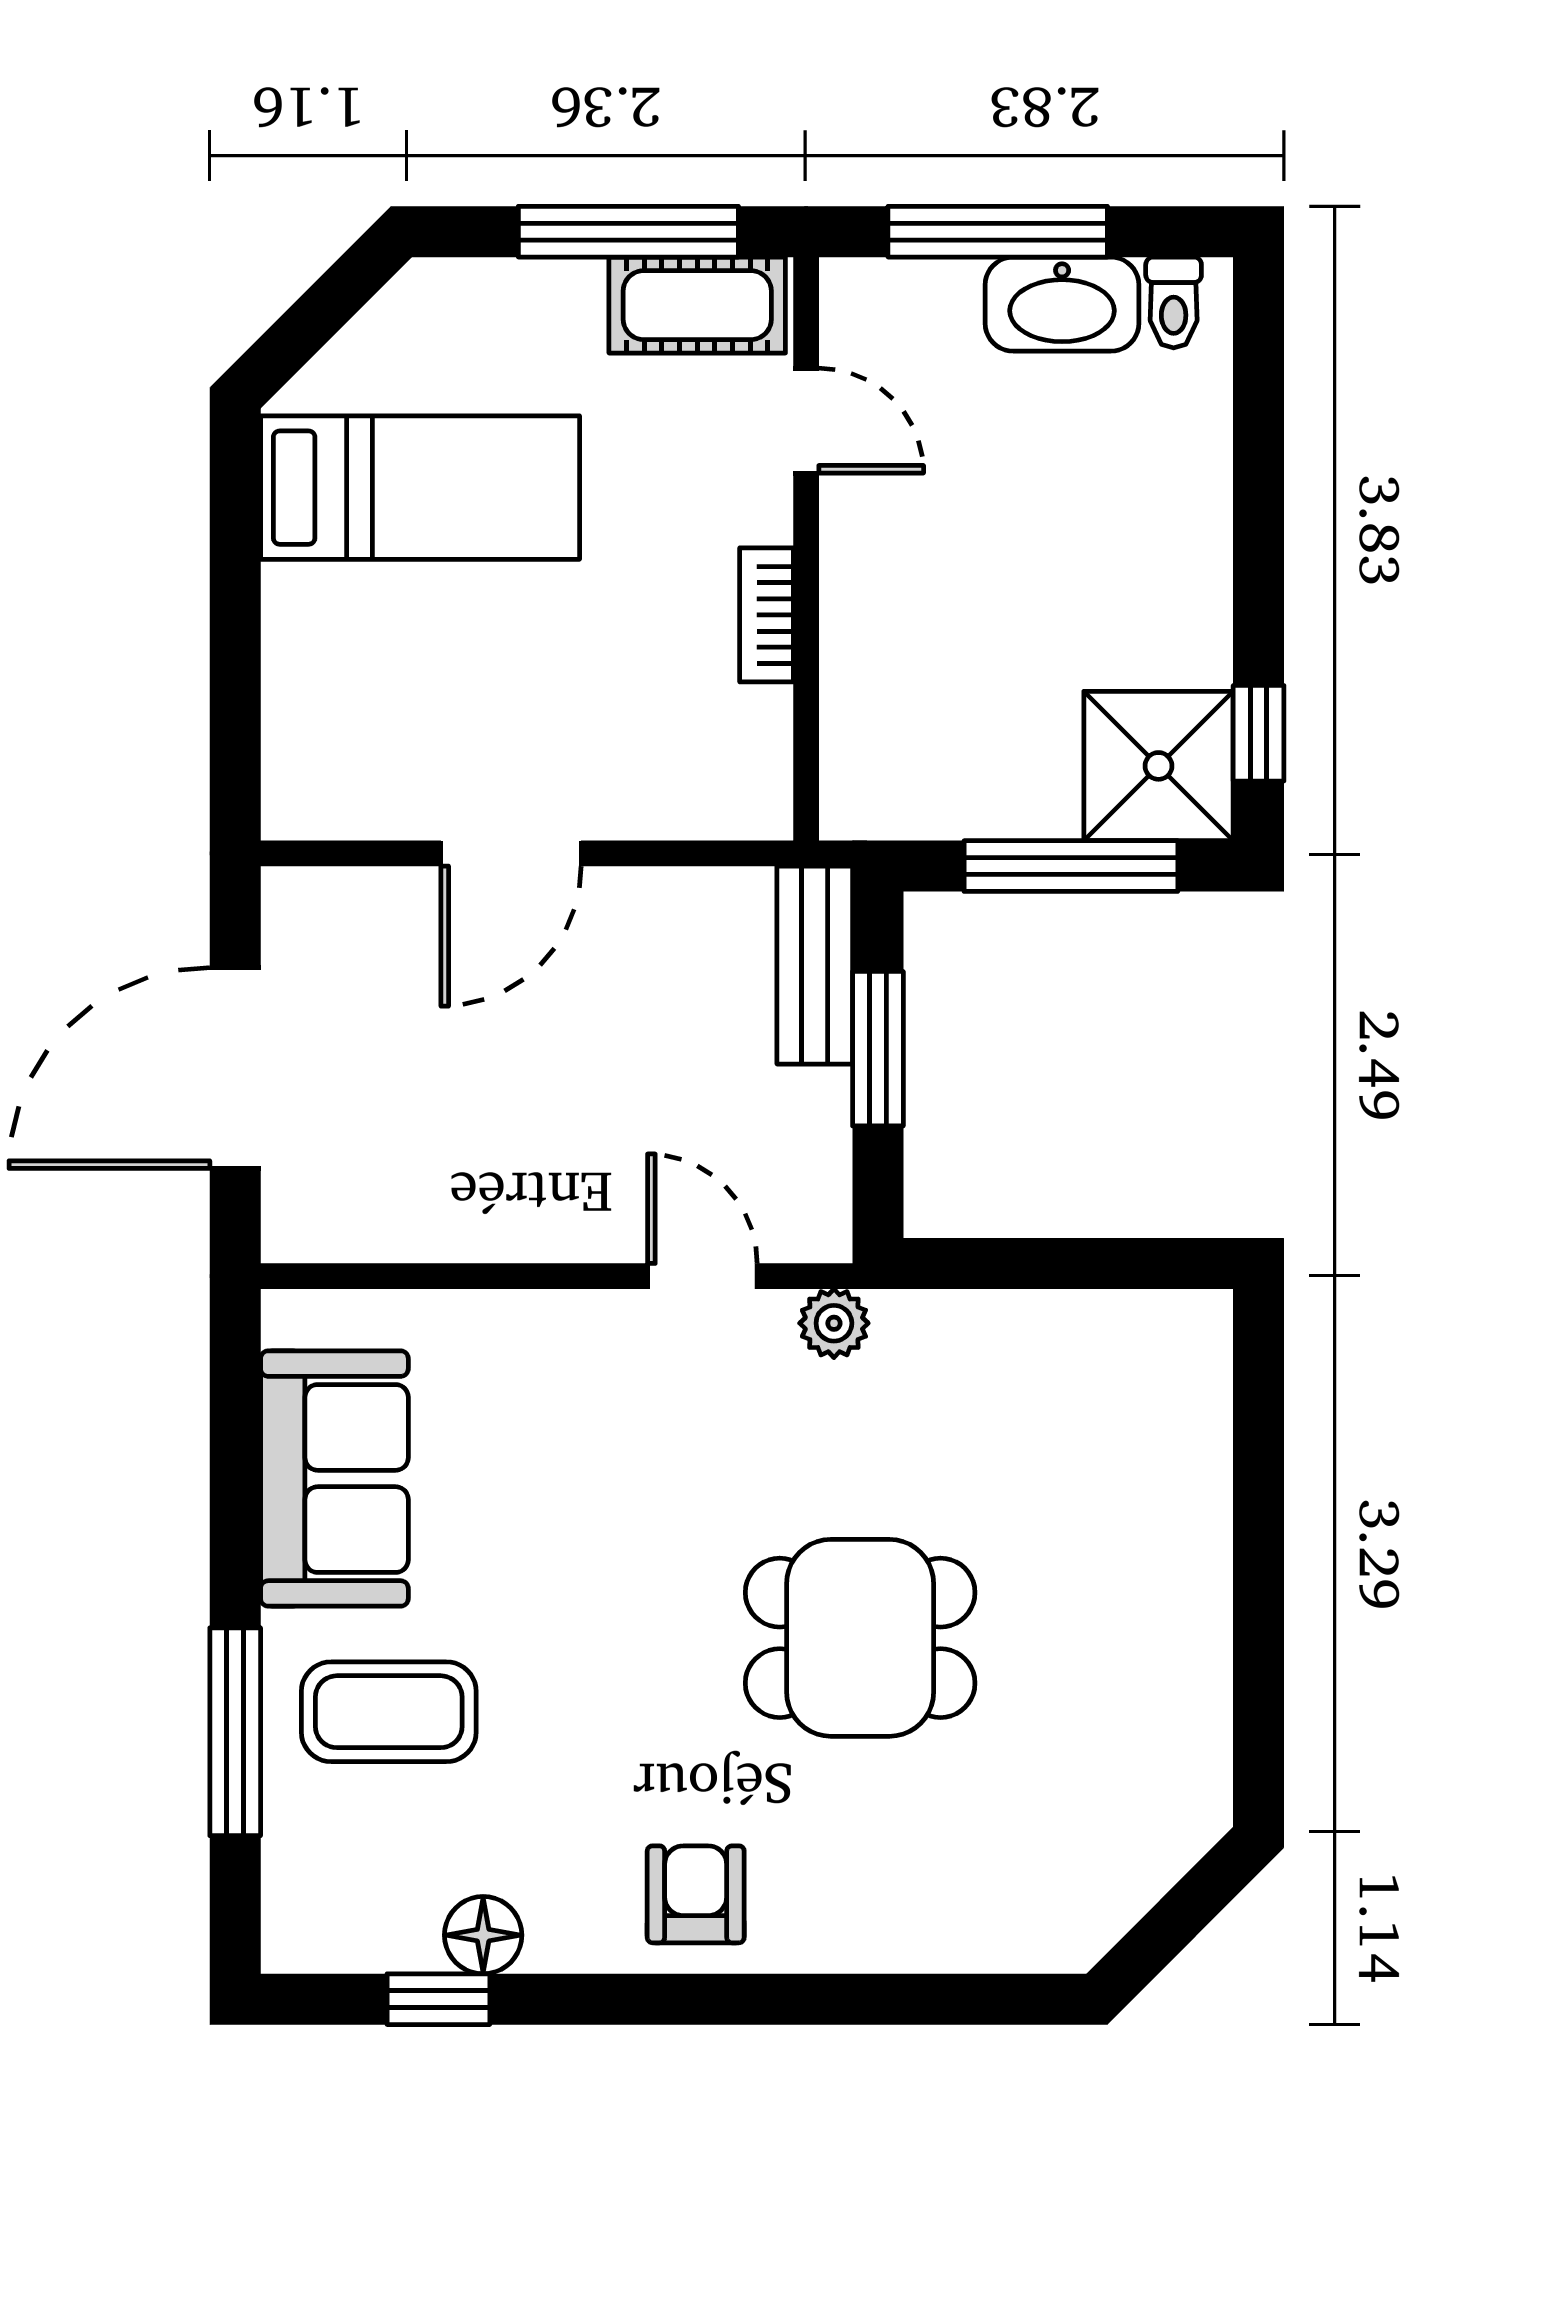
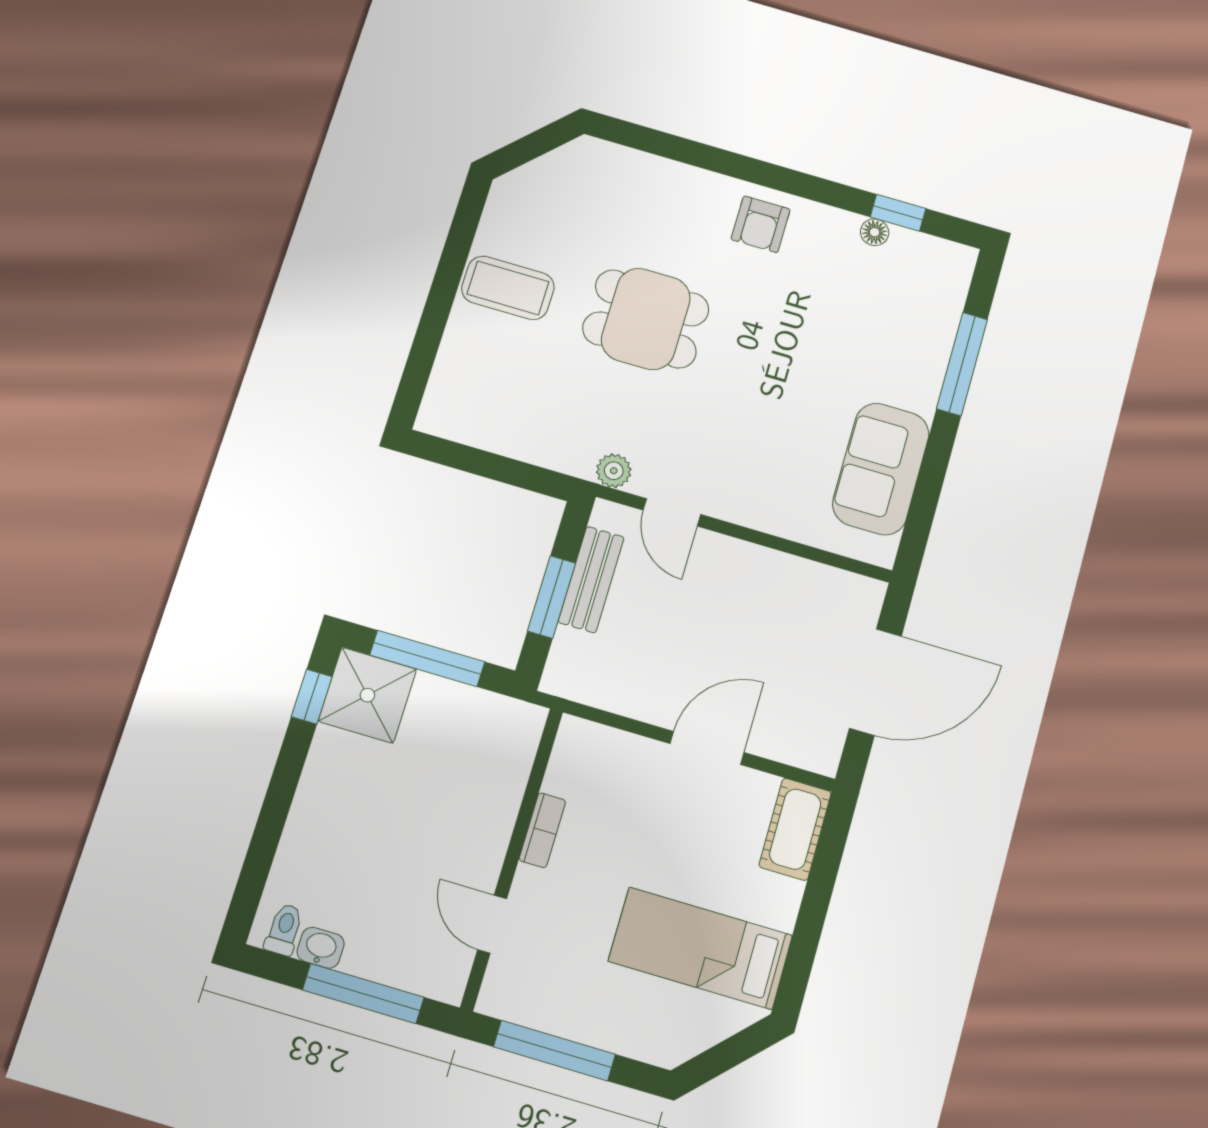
washbasin: (1062, 304) -> (321, 948), width x0.52, depth x0.69
cot: (697, 305) -> (795, 829), moved, turned 90
bench: (815, 965) -> (591, 580), moved
coffee table: (389, 1712) -> (508, 288), moved
floor lamp: (483, 1935) -> (875, 232), width x0.73, depth x0.73

